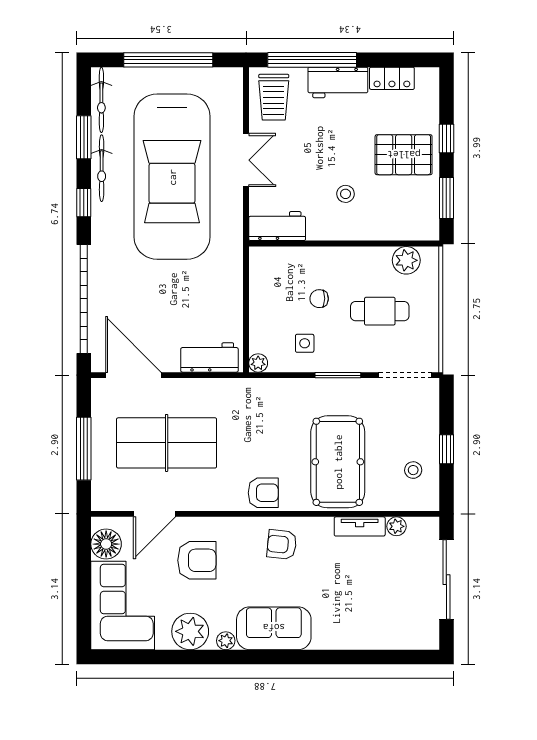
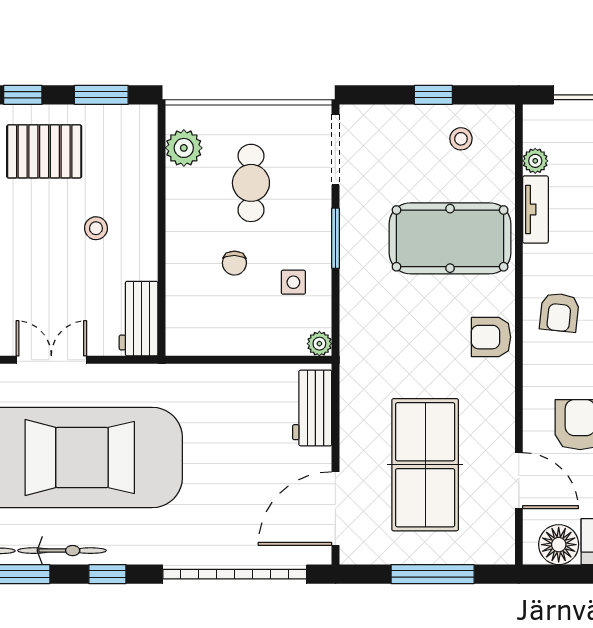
pallet: (404, 155) -> (44, 151), turned 90
armchair: (263, 493) -> (491, 337), turned -90

